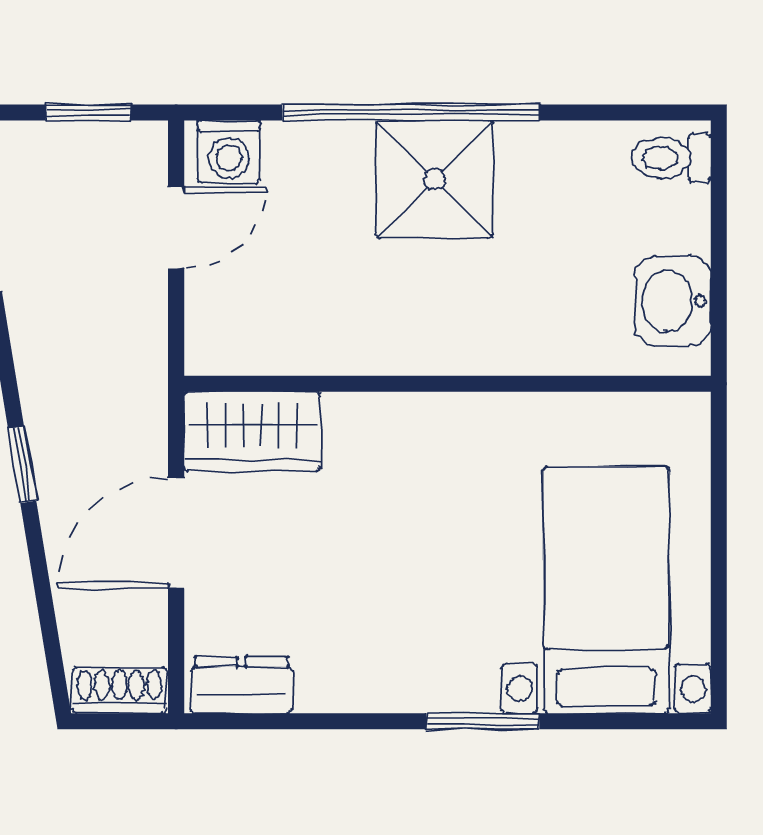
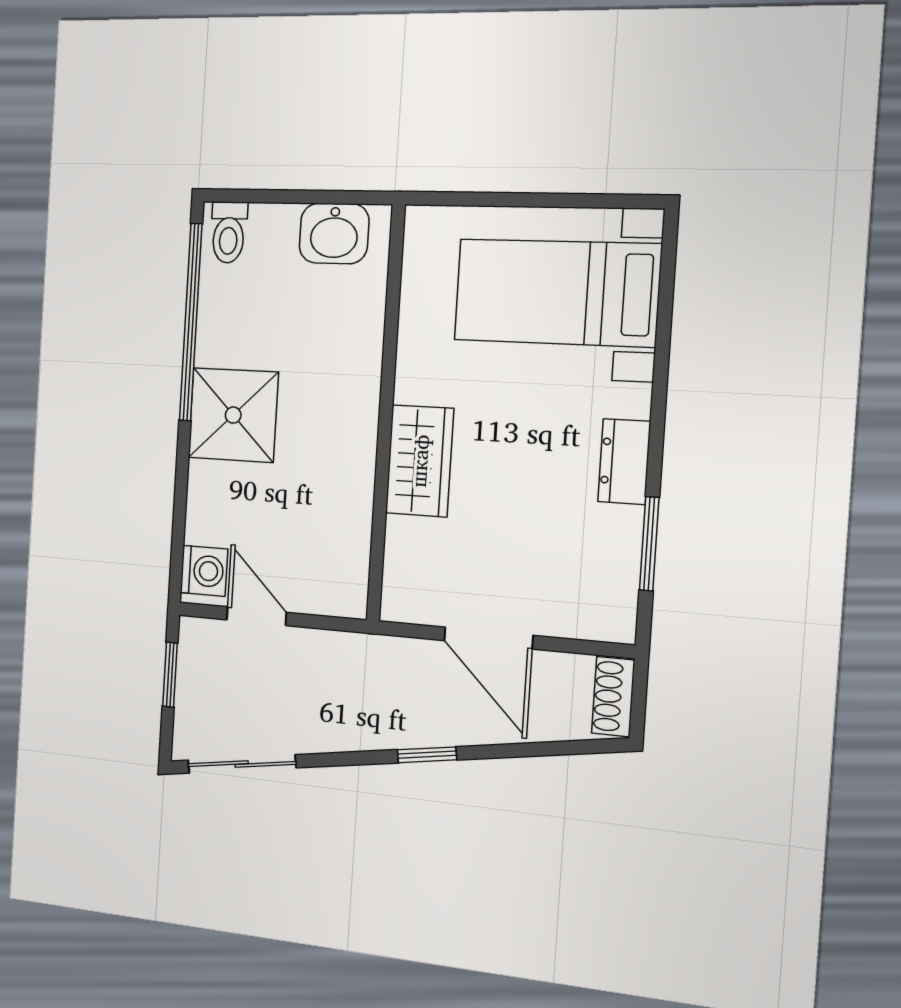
window: (411, 112) -> (191, 322), moved
wardrobe: (252, 431) -> (420, 461), moved
dresser: (242, 685) -> (624, 462), moved
window: (483, 721) -> (649, 544), moved

